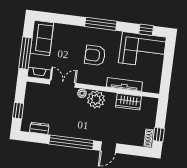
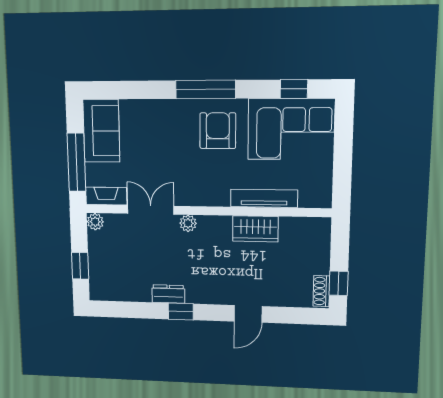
armchair: (95, 55) -> (218, 131), moved, turned 90
plant: (96, 99) -> (95, 222), moved, width x0.53, depth x0.53
wardrobe: (128, 102) -> (255, 229), moved
dresser: (39, 128) -> (168, 294), moved
window: (71, 142) -> (181, 312), width x0.32

